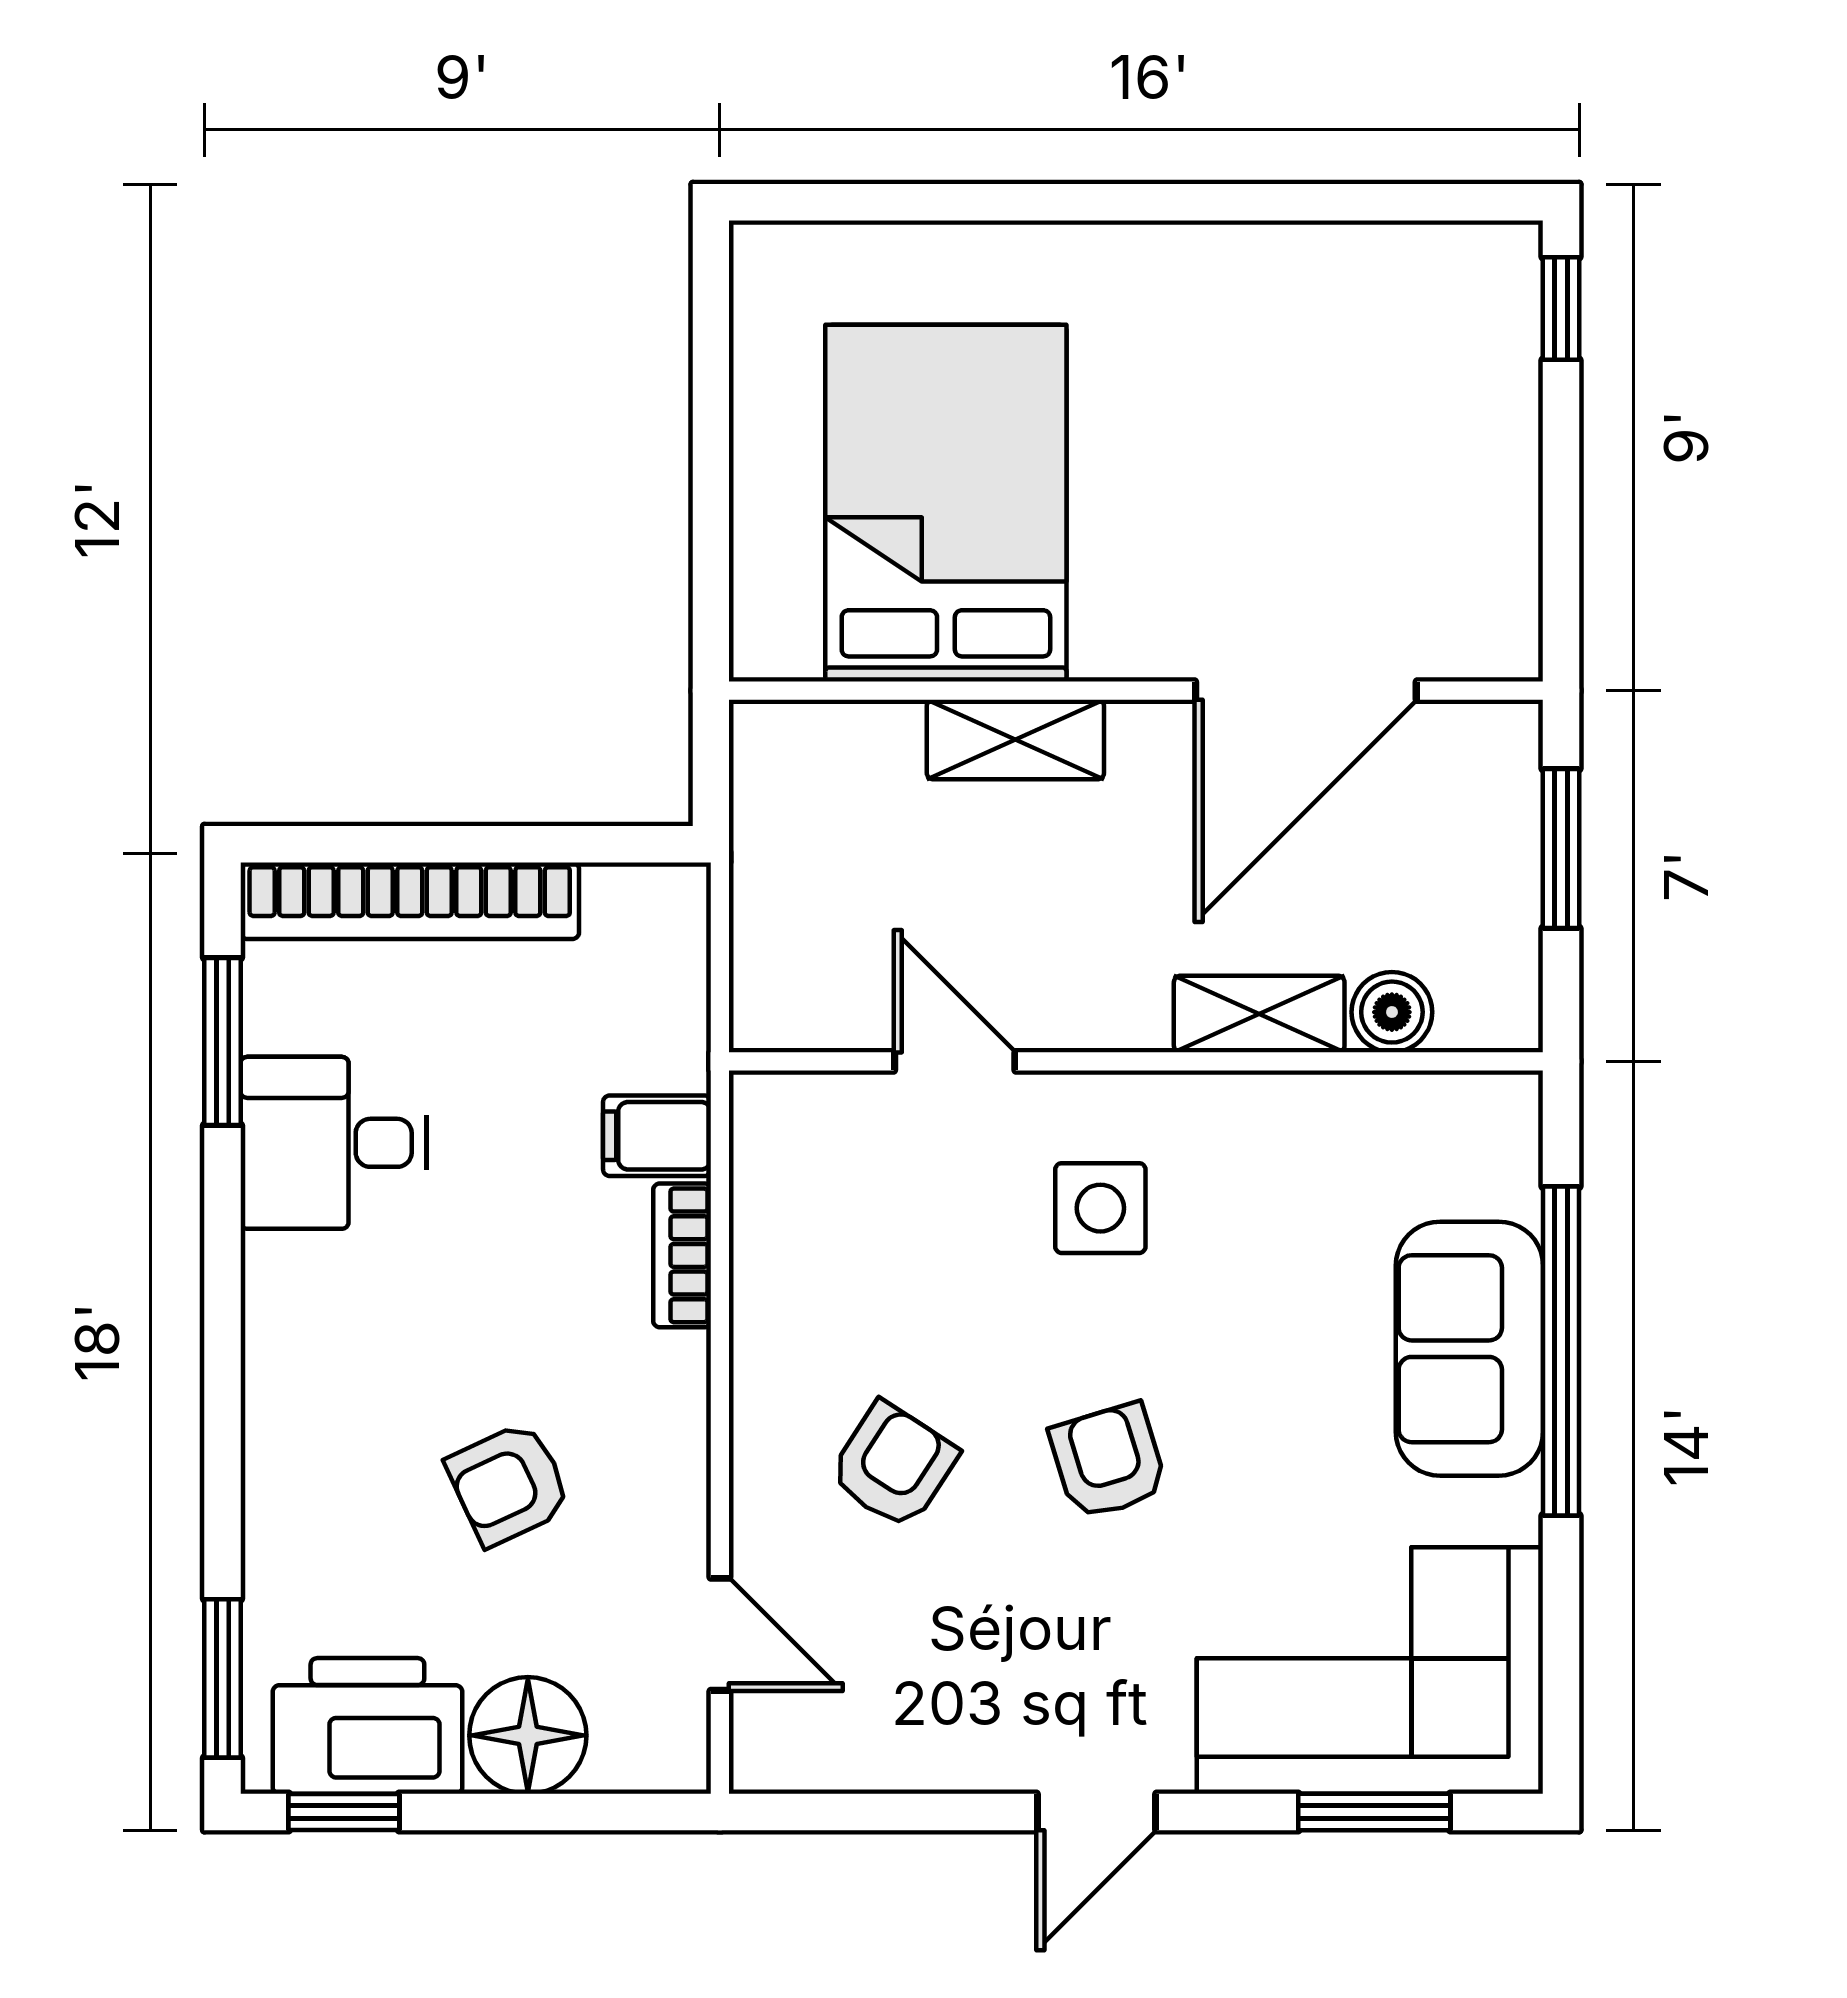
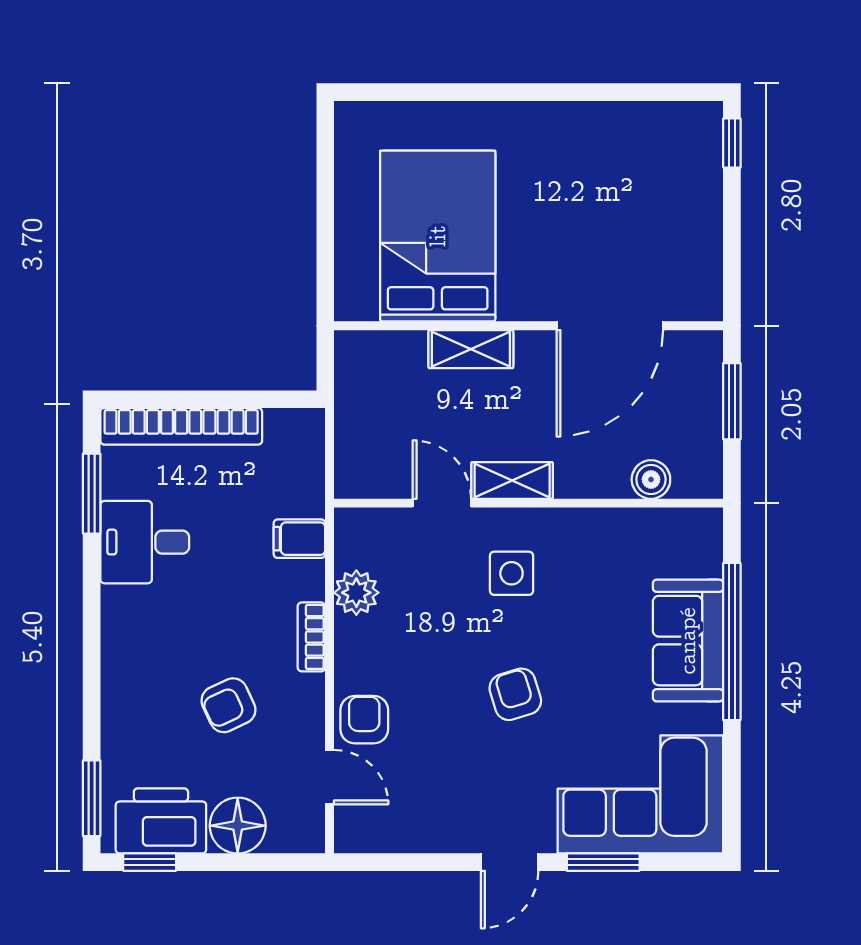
shelving: (1259, 1014) -> (512, 480), moved
plant: (776, 1248) -> (356, 593), added
bookcase: (682, 1255) -> (311, 637), moved
armchair: (893, 1465) -> (364, 720), moved, turned -33
window: (1374, 1812) -> (603, 862), moved

